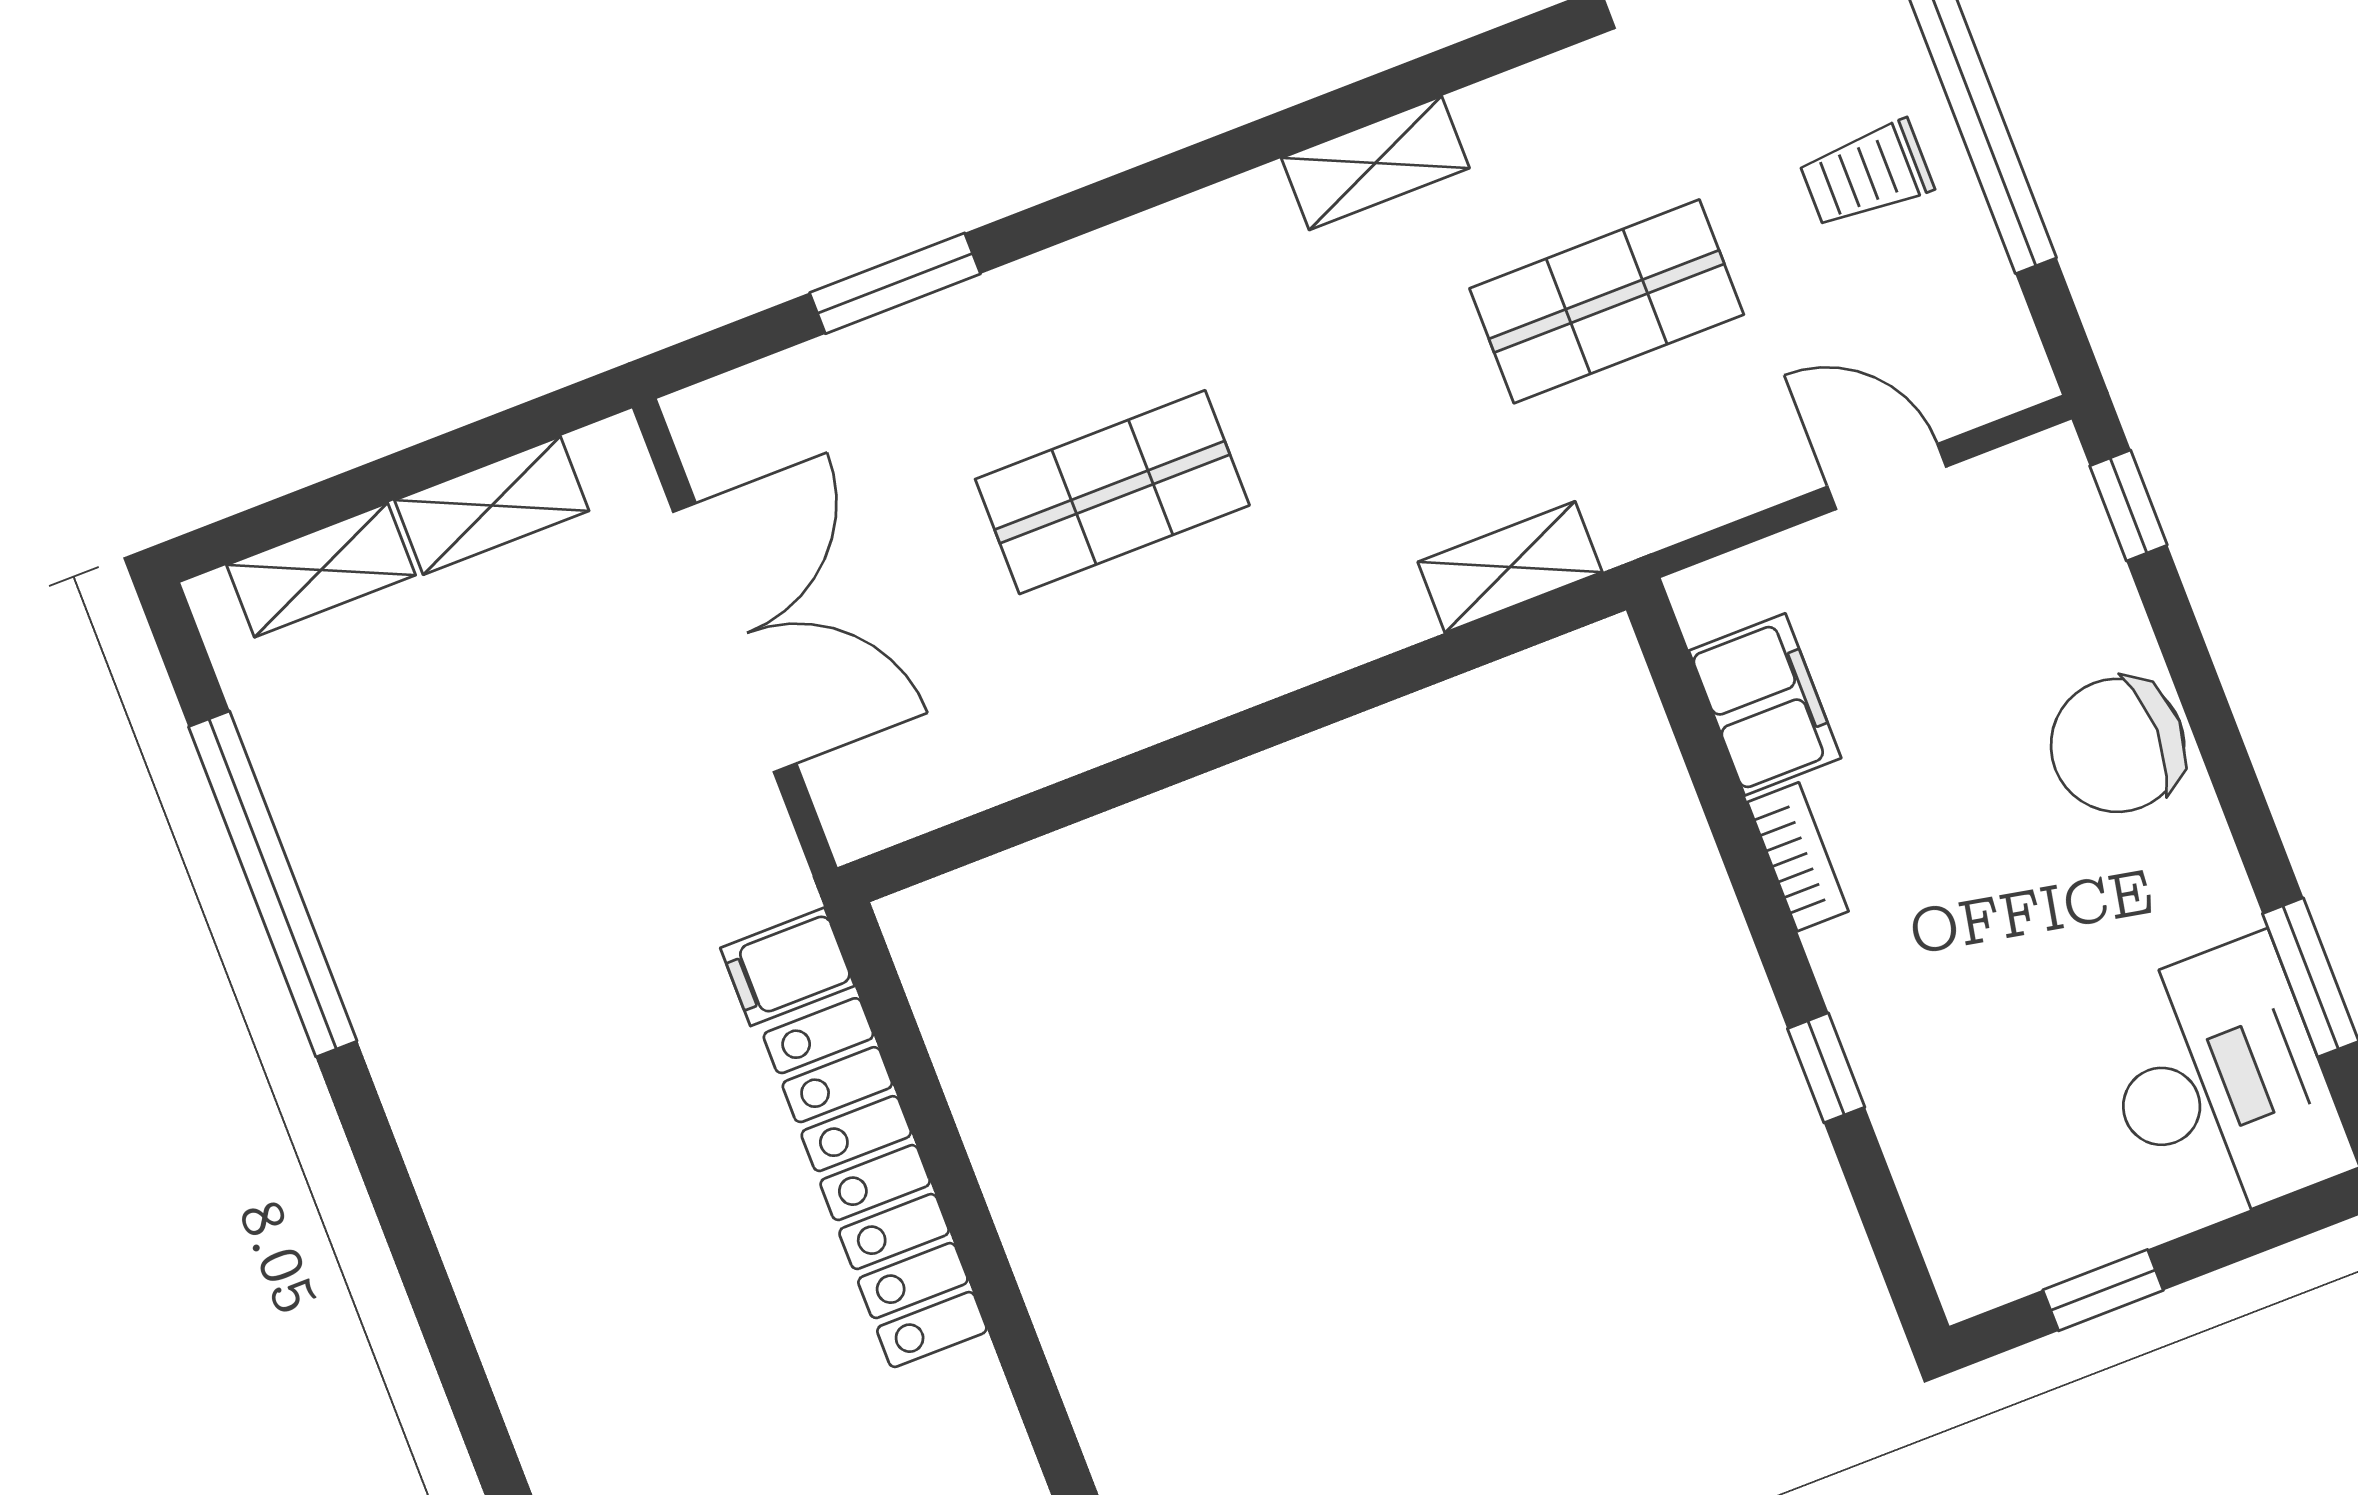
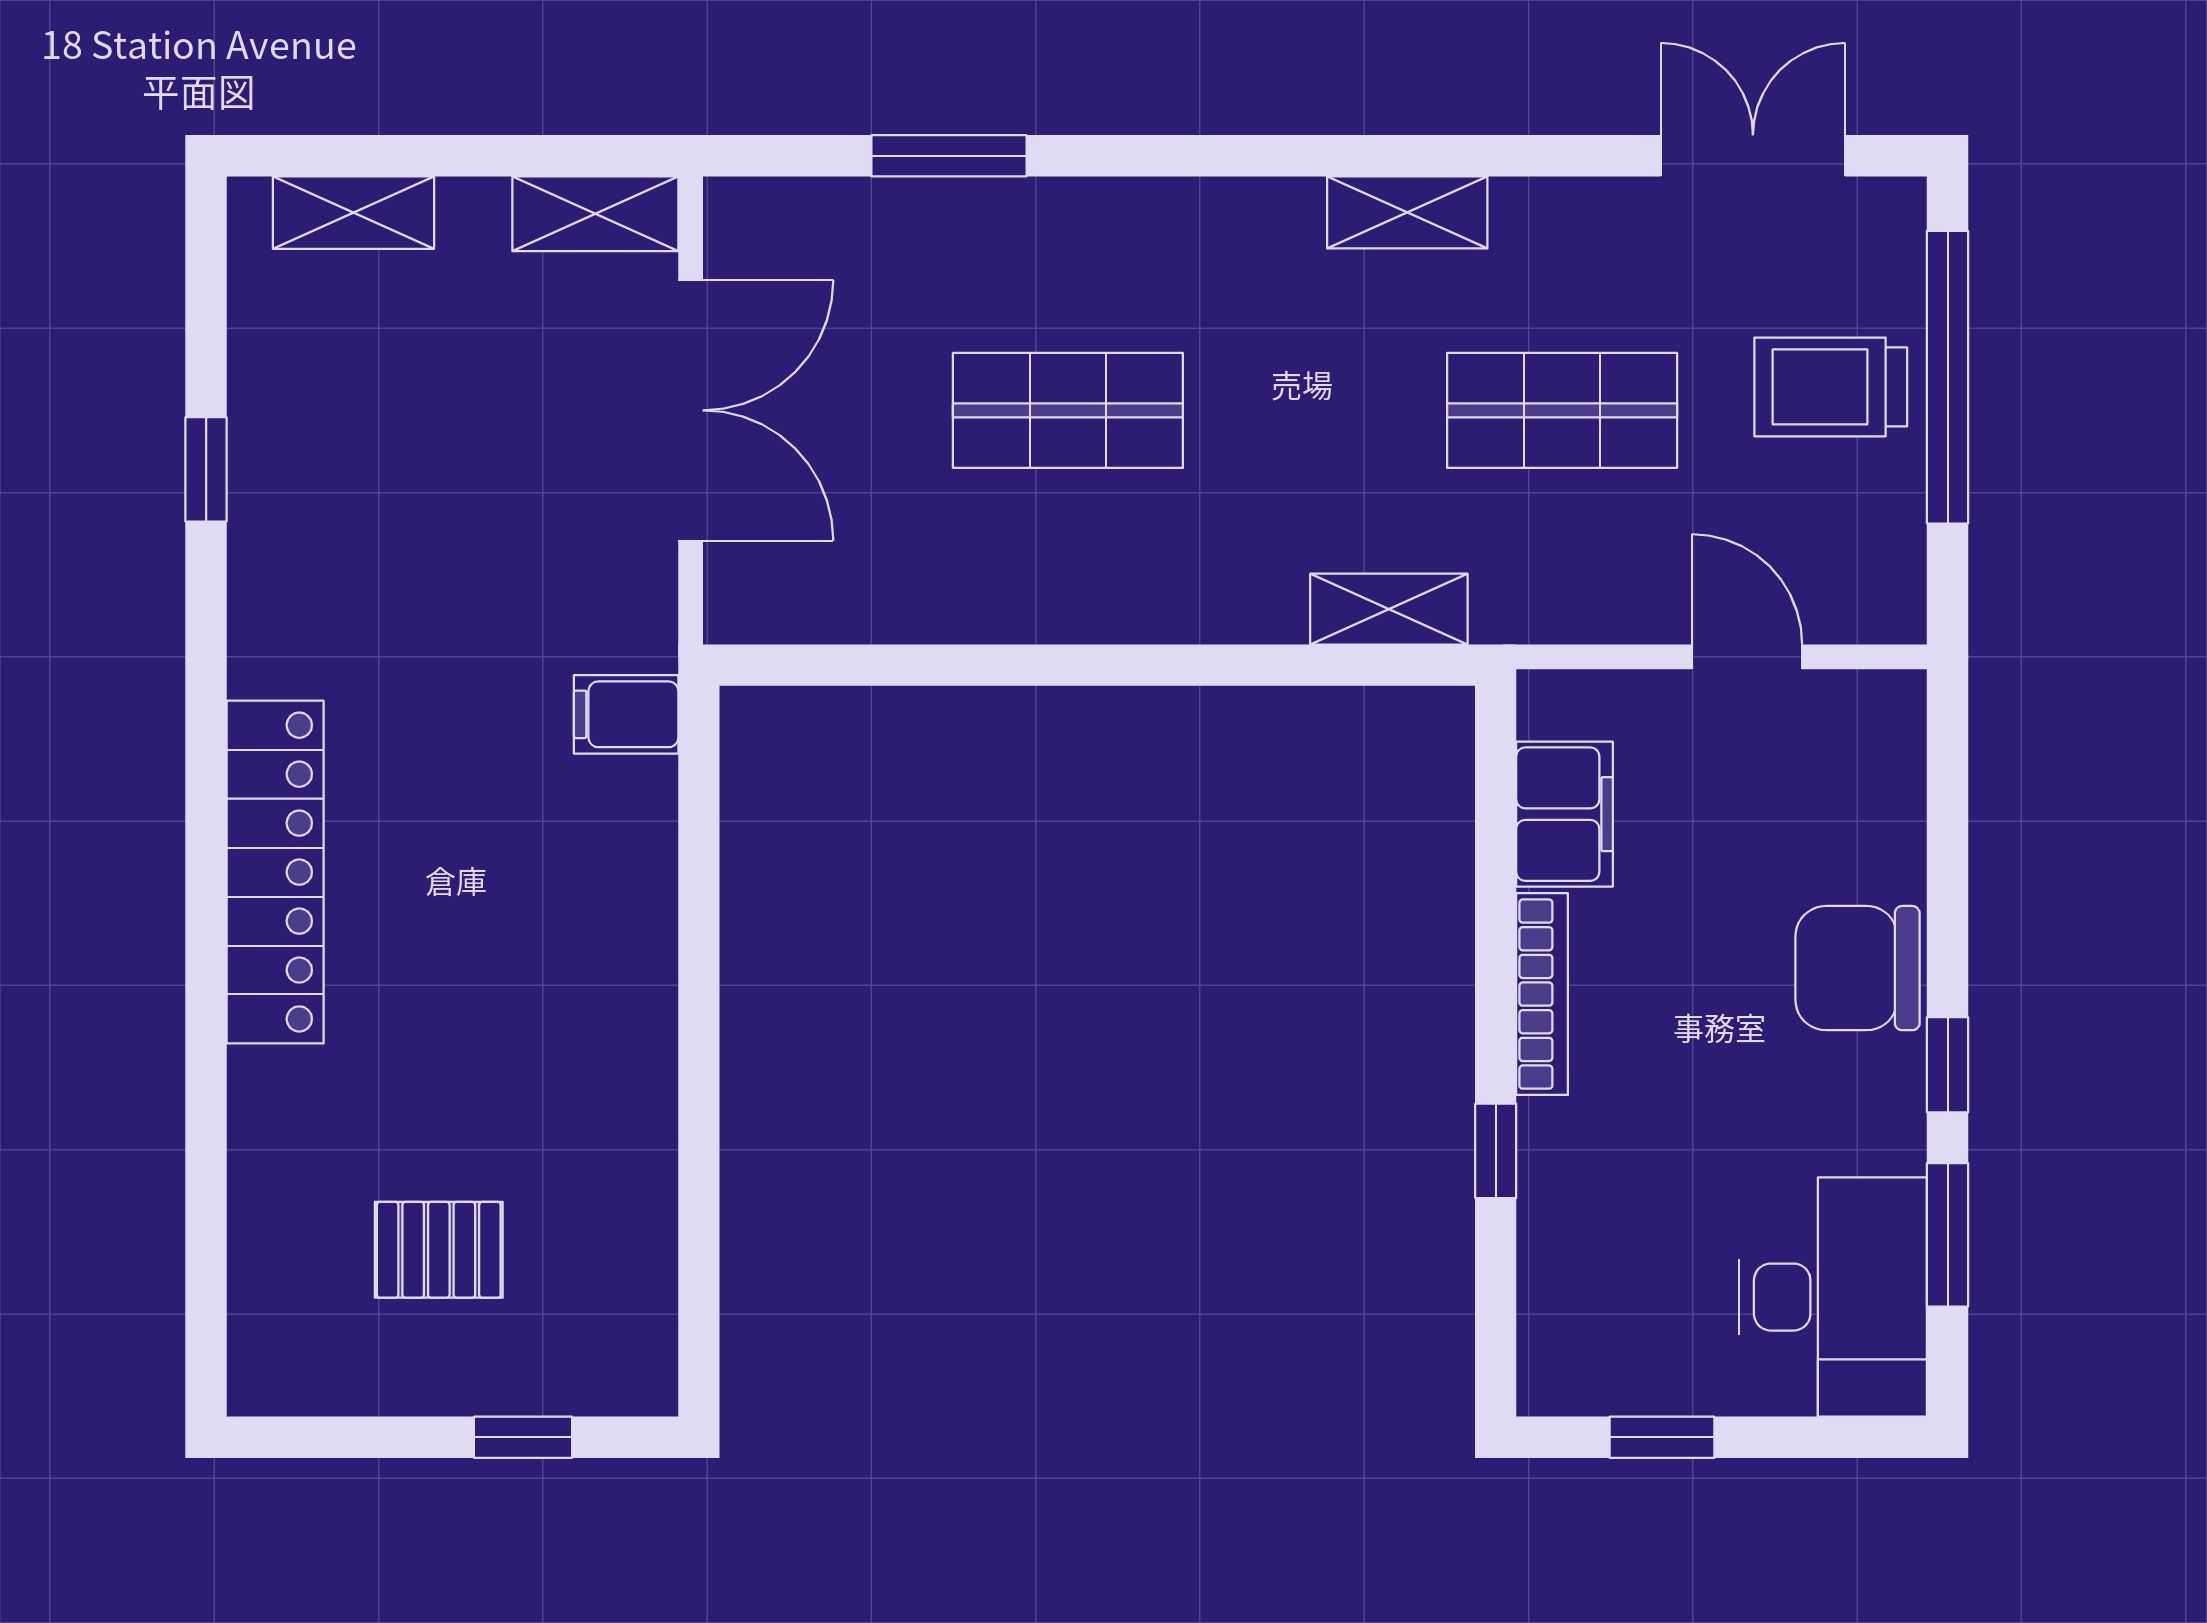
trolley: (1866, 174) -> (1831, 387), width x1.36, depth x1.39
shelving: (492, 505) -> (595, 214), moved
window: (2128, 506) -> (1948, 1065), moved
bookcase: (1798, 857) -> (1542, 994), width x1.56
window: (273, 884) -> (206, 469), width x0.32
locker: (875, 1183) -> (275, 872), moved, turned 180

